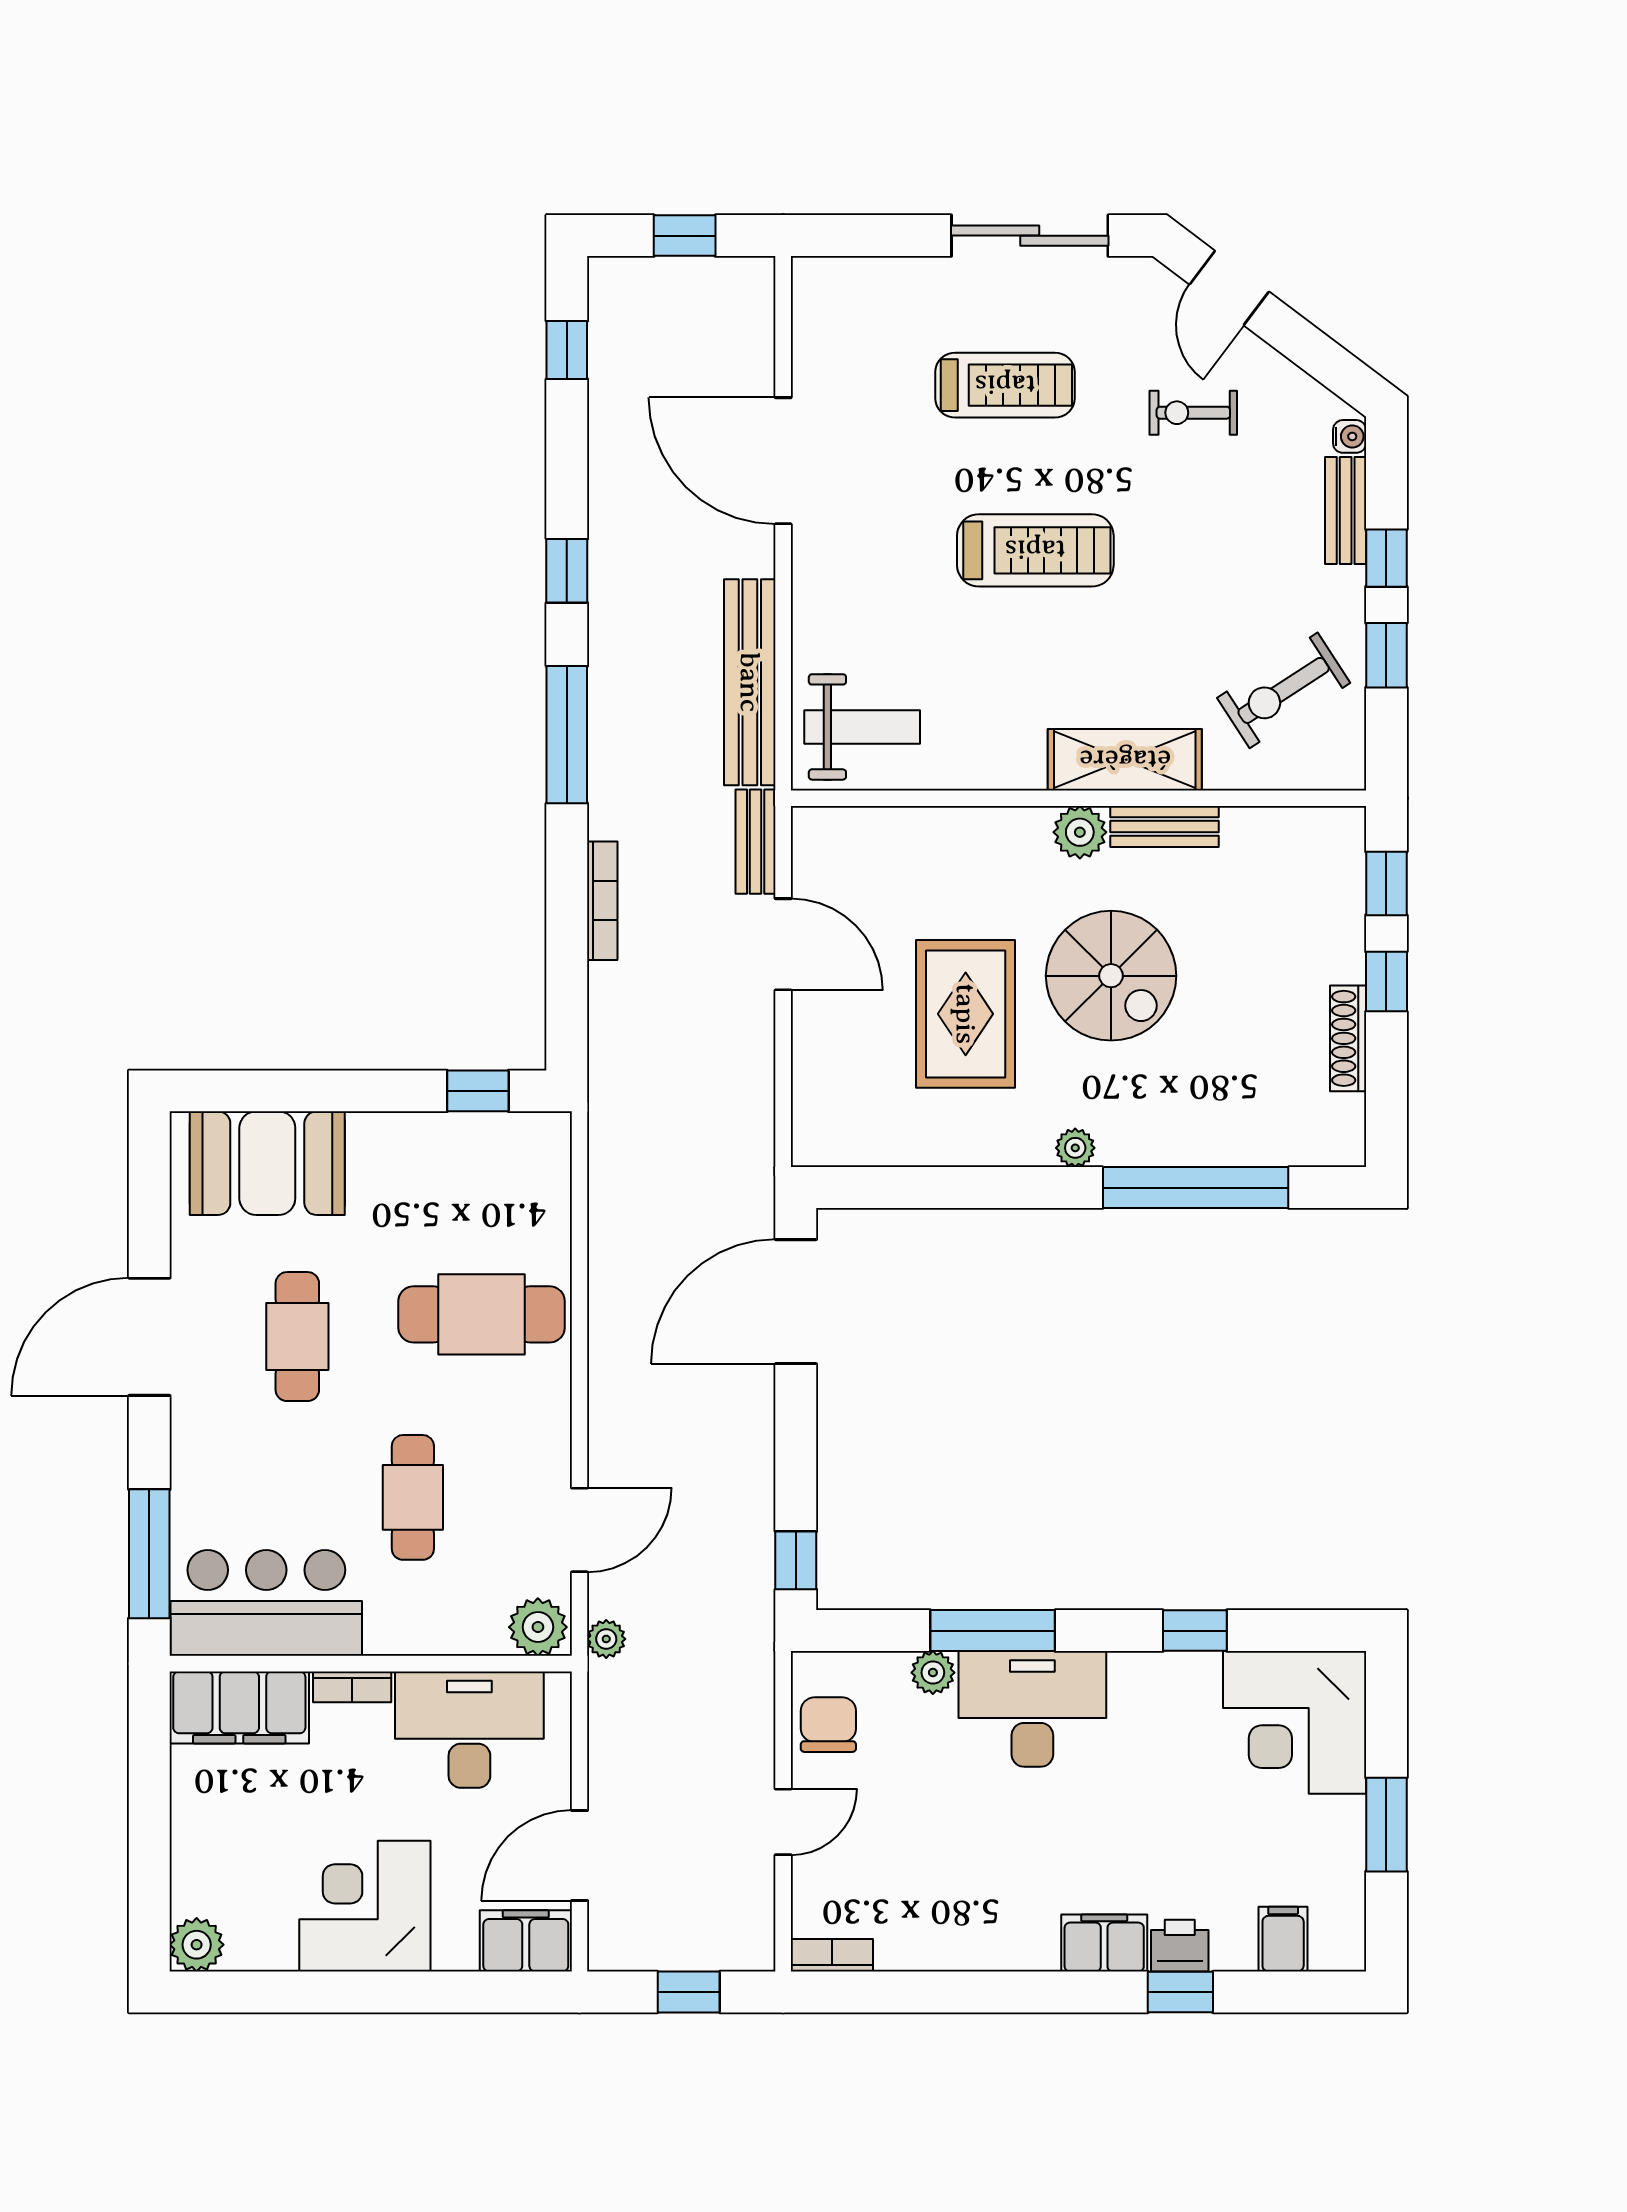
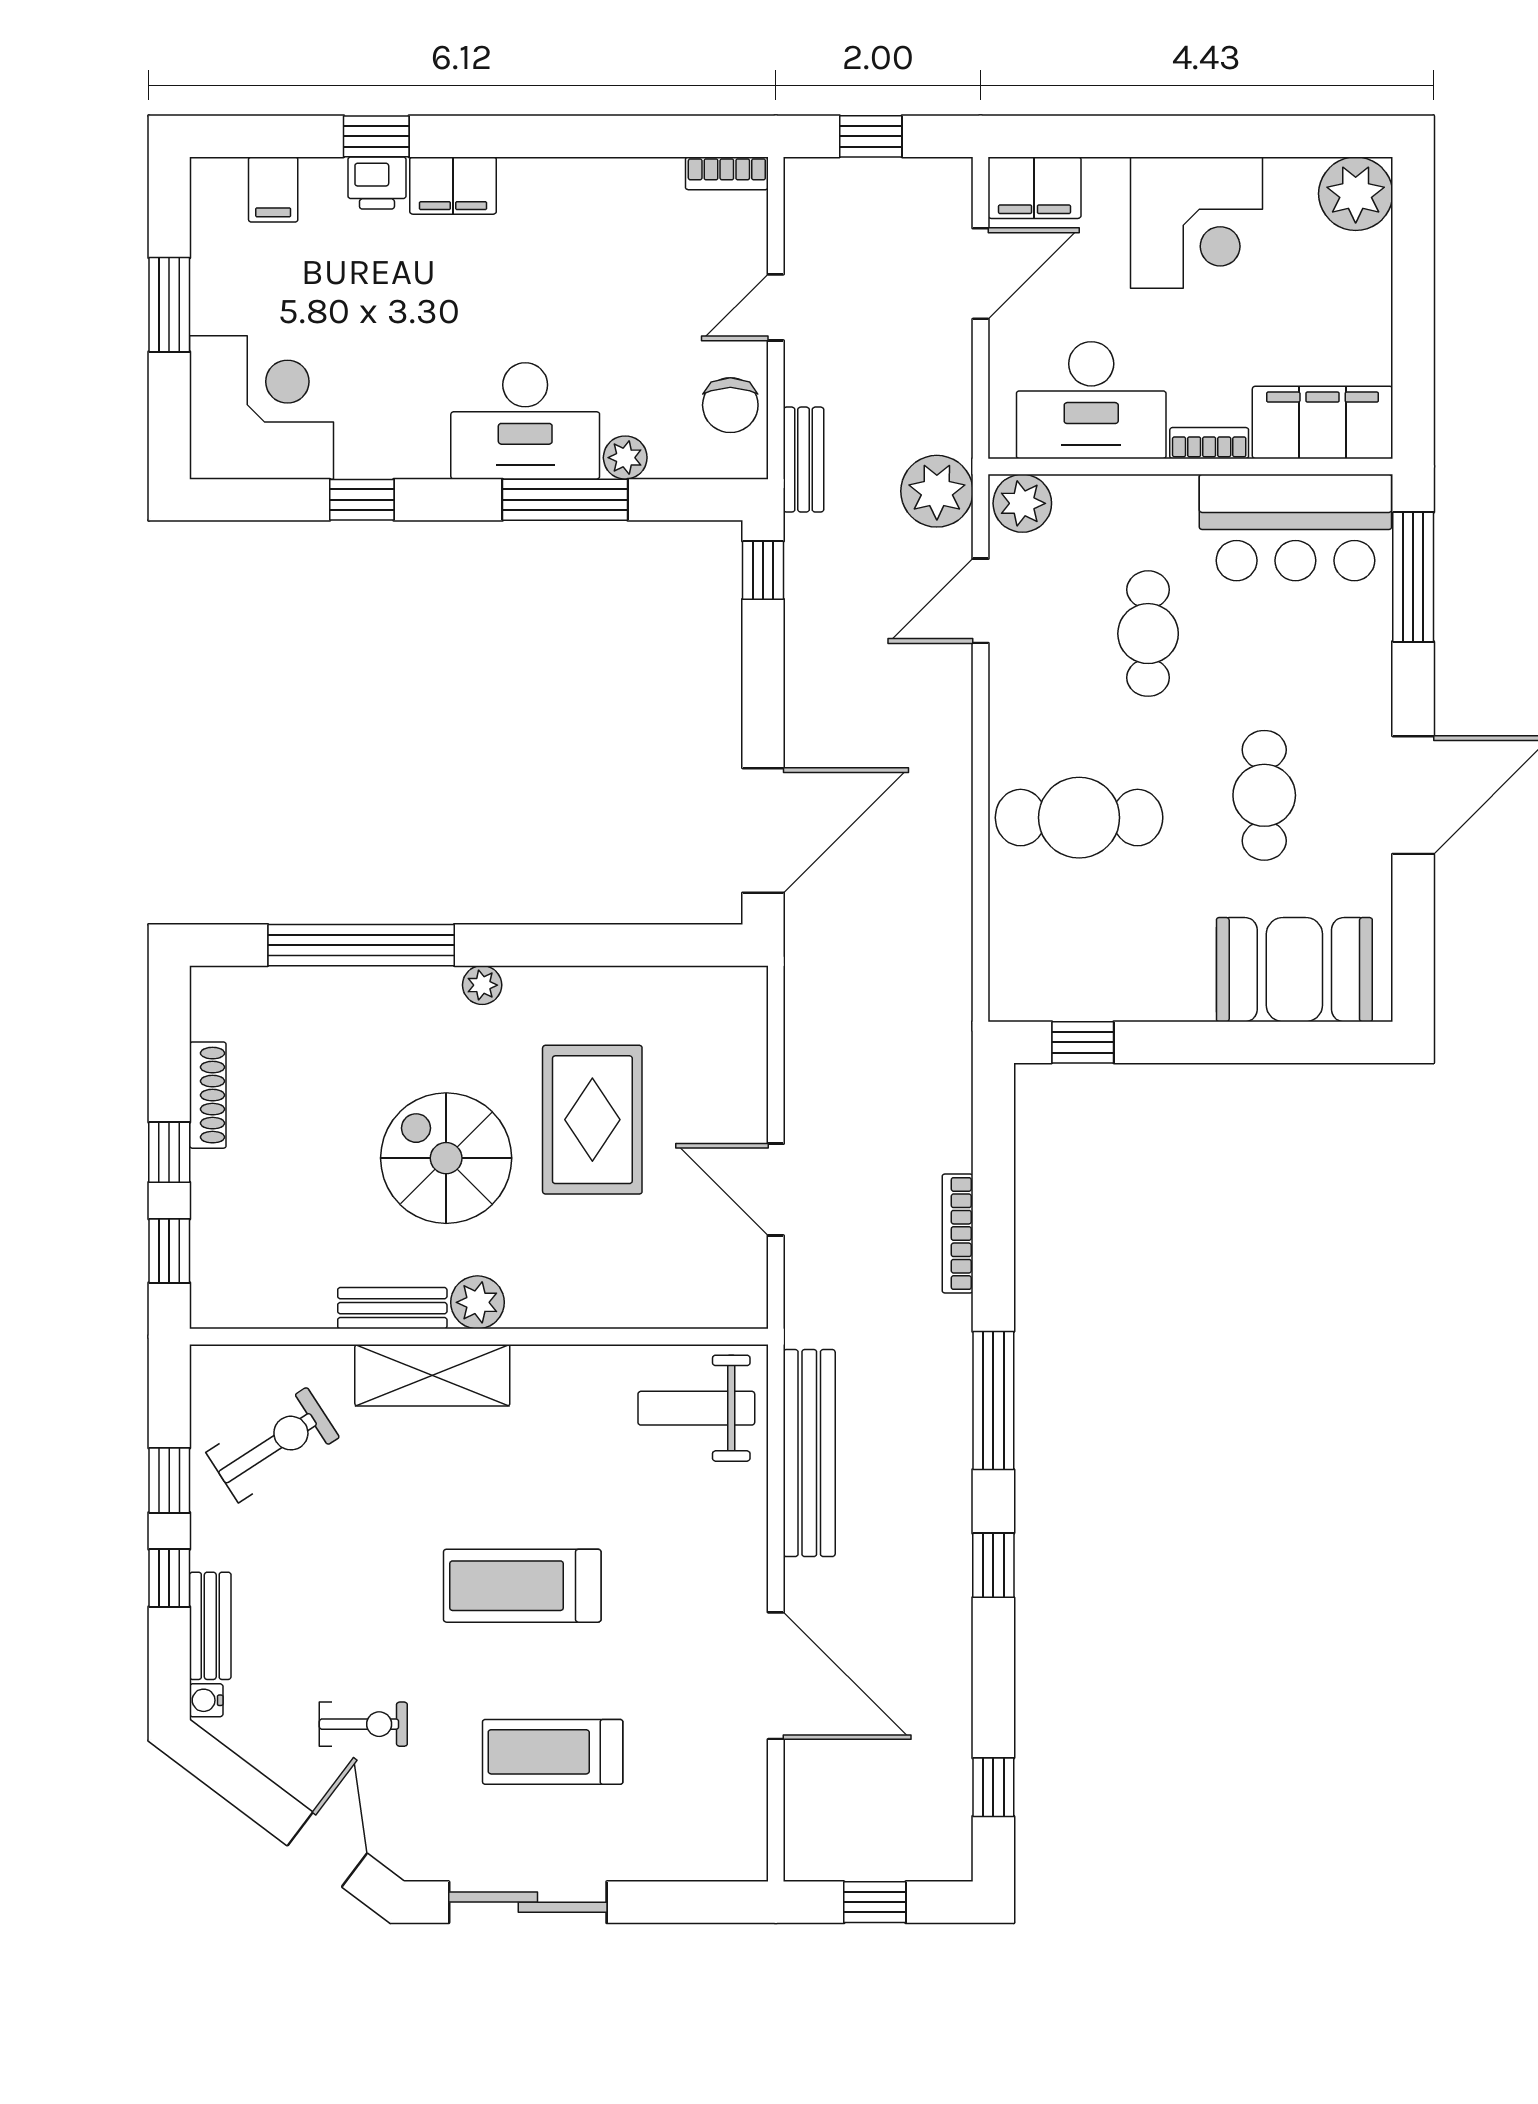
bench: (756, 842) -> (804, 460), moved
plant: (606, 1639) -> (937, 491), width x1.87, depth x1.87
plant: (197, 1945) -> (1356, 194), width x1.36, depth x1.36

